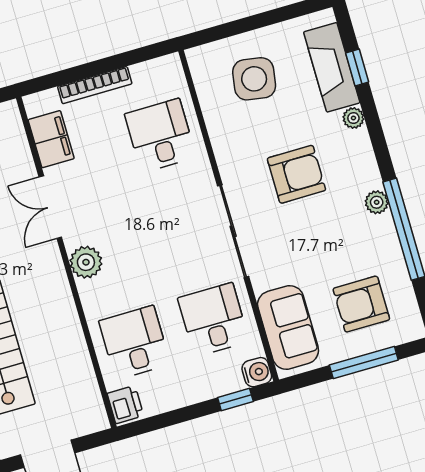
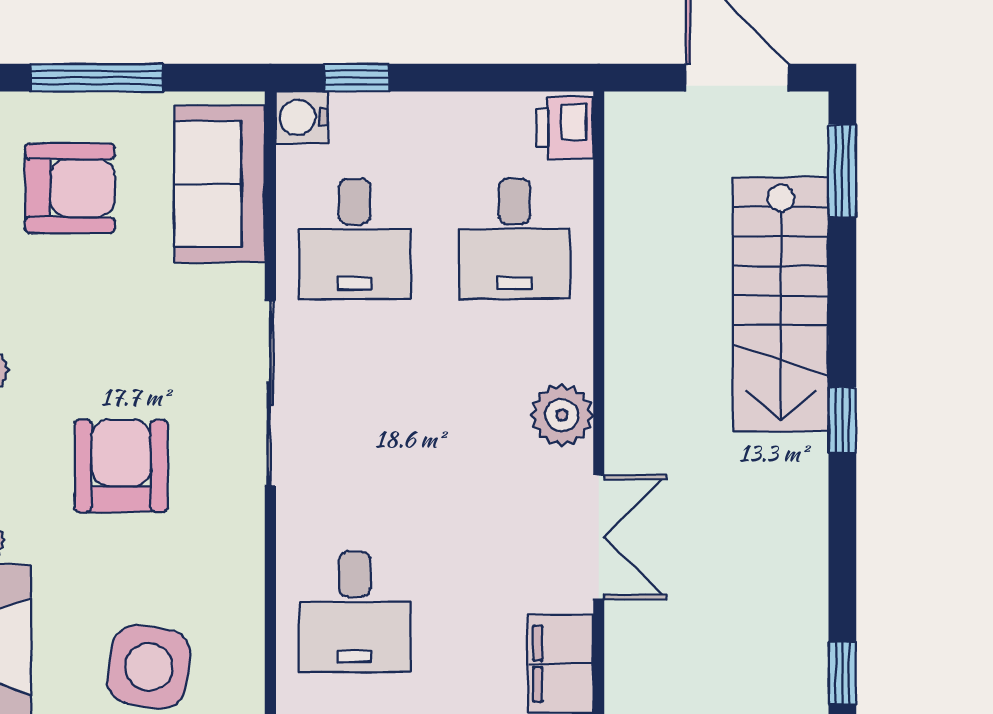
armchair: (296, 174) -> (121, 466), turned 90

